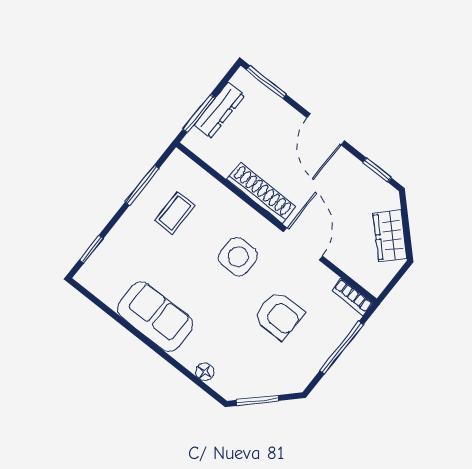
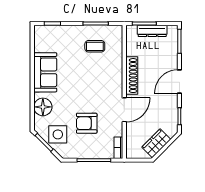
side table: (238, 257) -> (58, 134), moved
armchair: (279, 315) -> (87, 123), turned 90
floor lamp: (205, 372) -> (43, 107), width x1.89, depth x1.89

